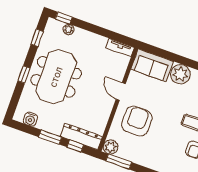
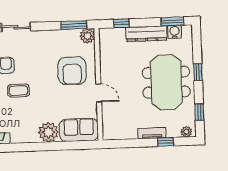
window: (64, 18) -> (166, 142), moved
plant: (69, 29) -> (186, 132), moved
tv unit: (120, 48) -> (152, 133), moved
window: (50, 137) -> (172, 21), moved
dresser: (81, 137) -> (146, 34), moved

